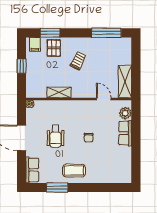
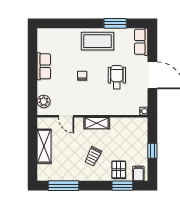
shelving: (125, 81) -> (44, 146), moved
shelving: (59, 92) -> (97, 123), moved
row of seats: (125, 133) -> (44, 66), moved
coffee table: (74, 171) -> (97, 41), width x1.36, depth x1.32

